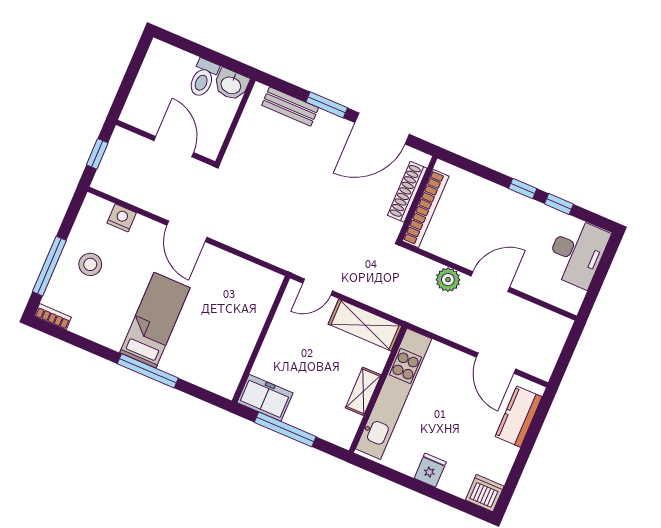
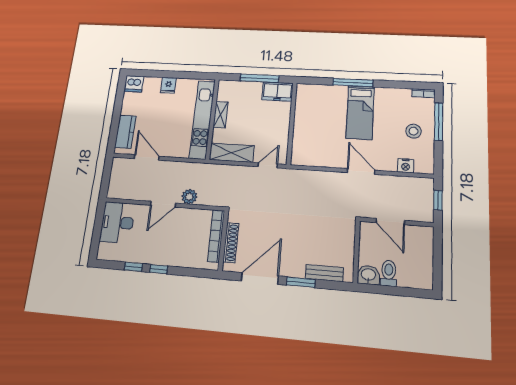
desk: (577, 253) -> (117, 222), moved

